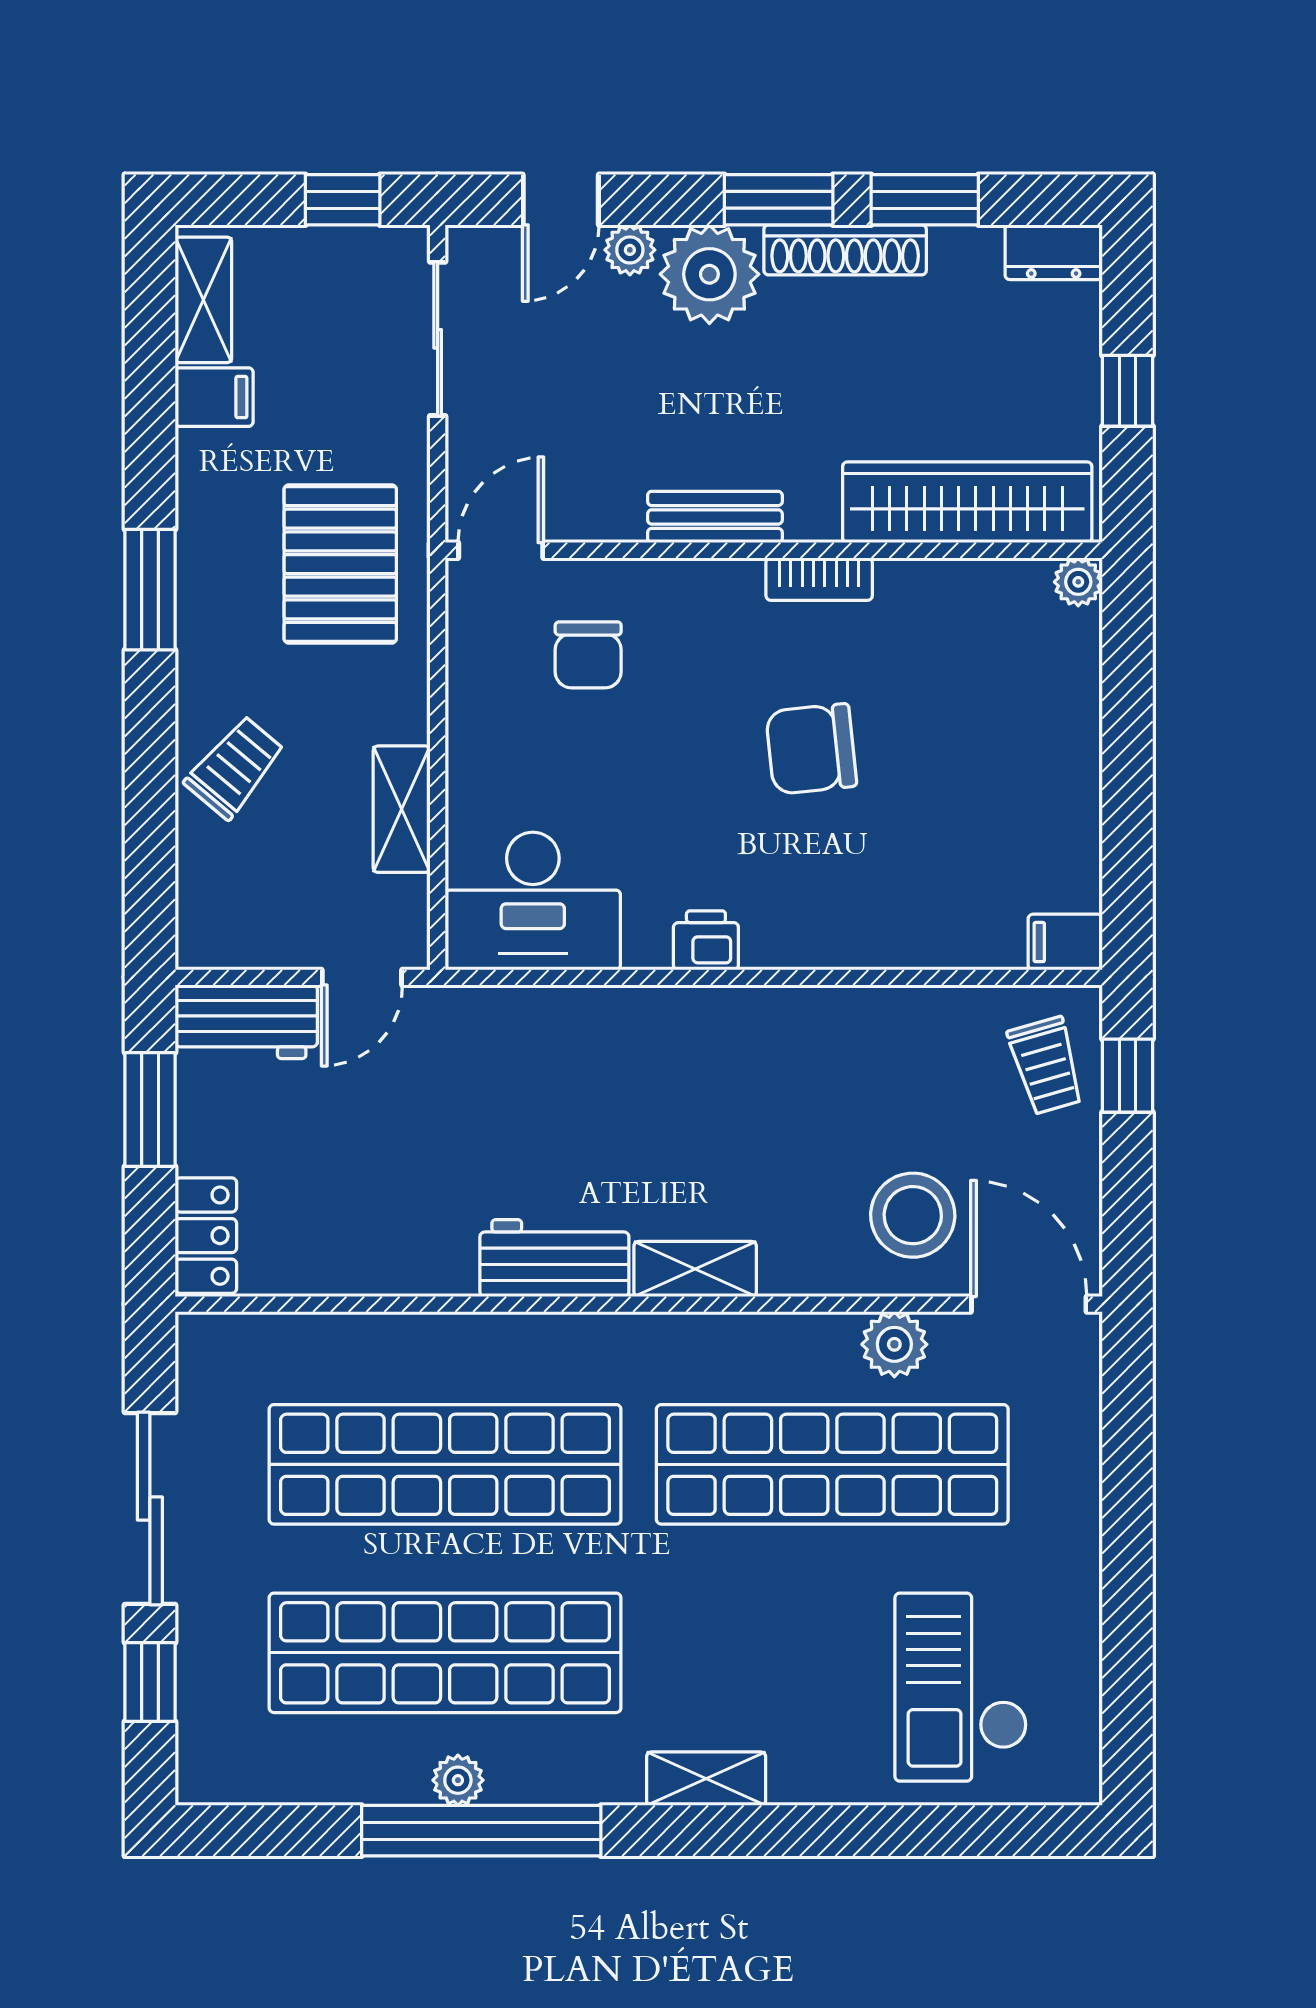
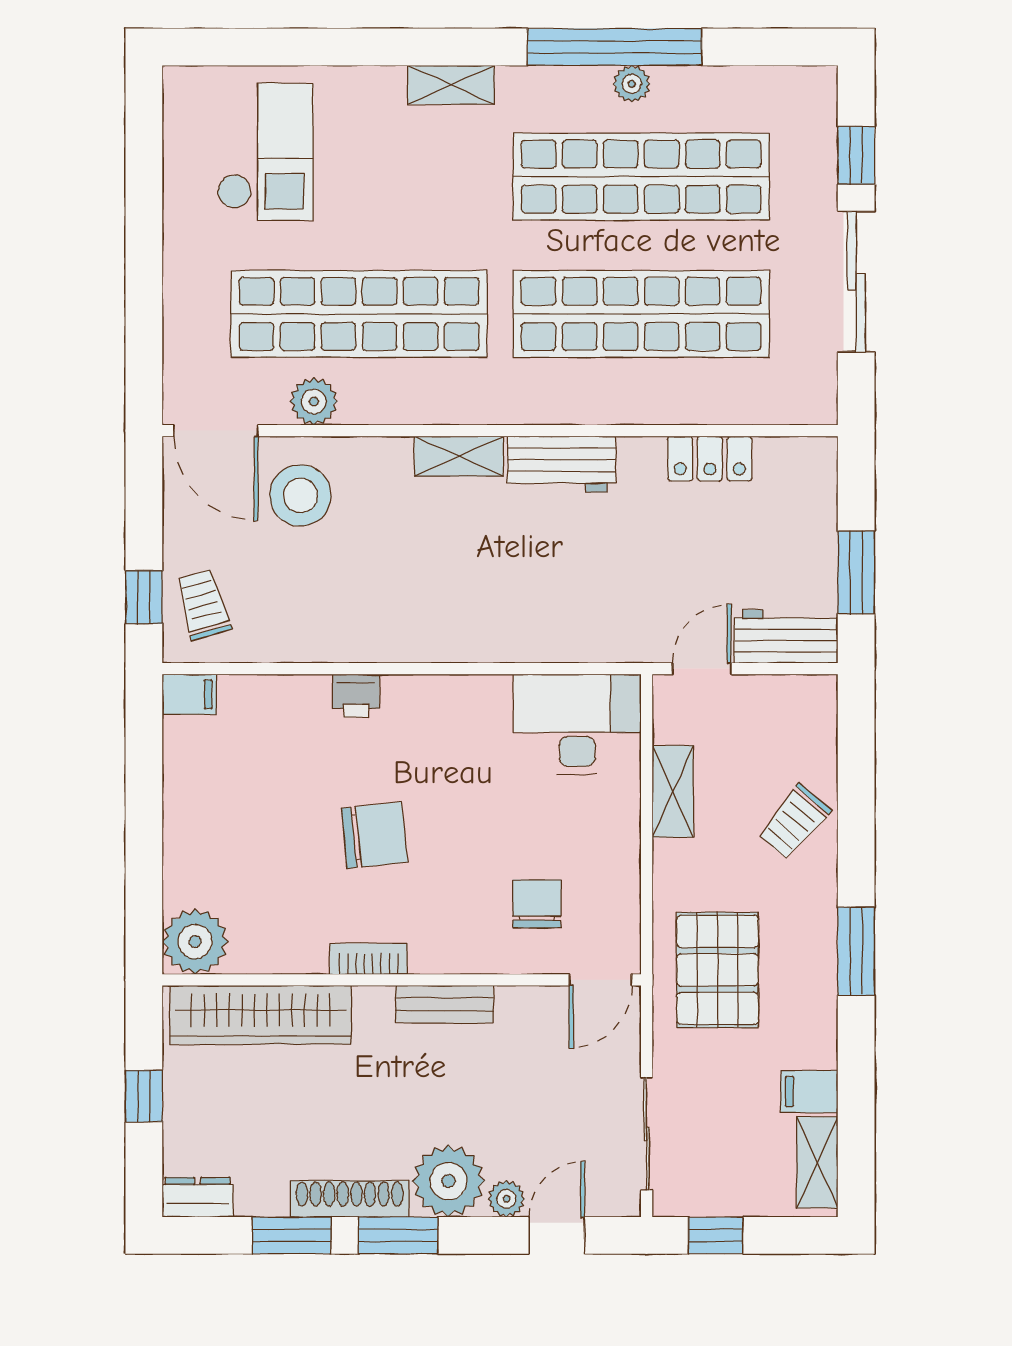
plant: (1078, 582) -> (195, 942), width x1.87, depth x1.87
printer: (706, 940) -> (356, 696), moved
locker: (206, 1236) -> (710, 459), moved, turned -90

